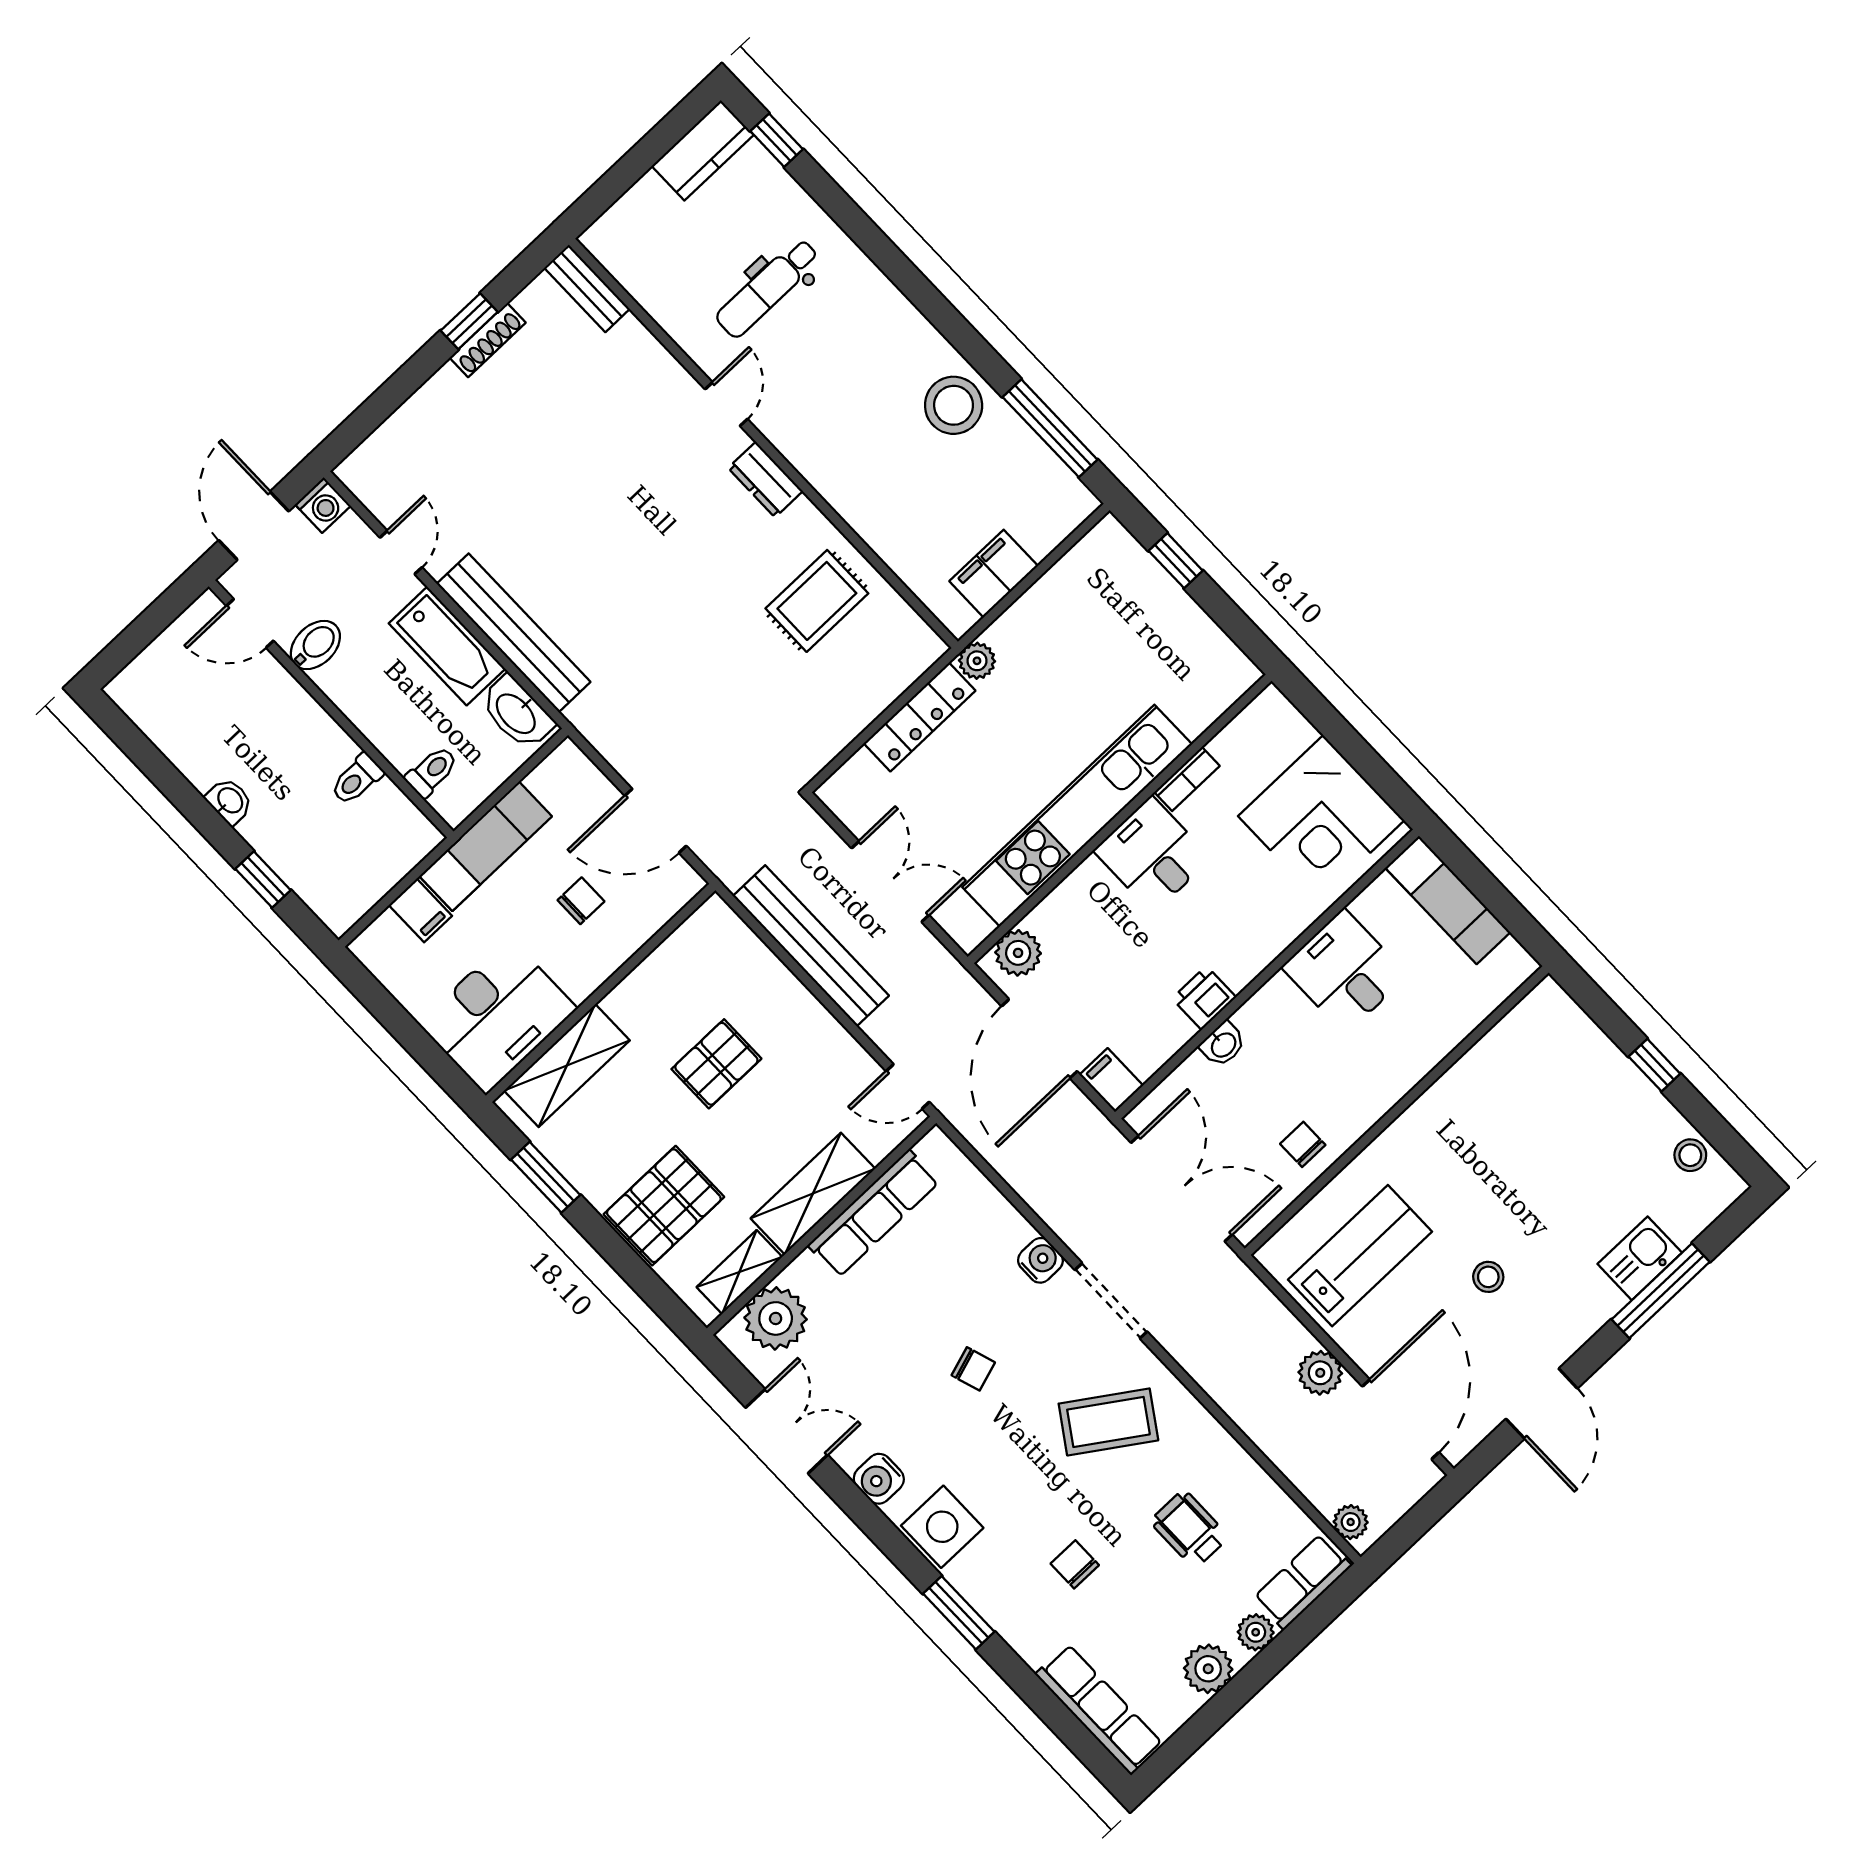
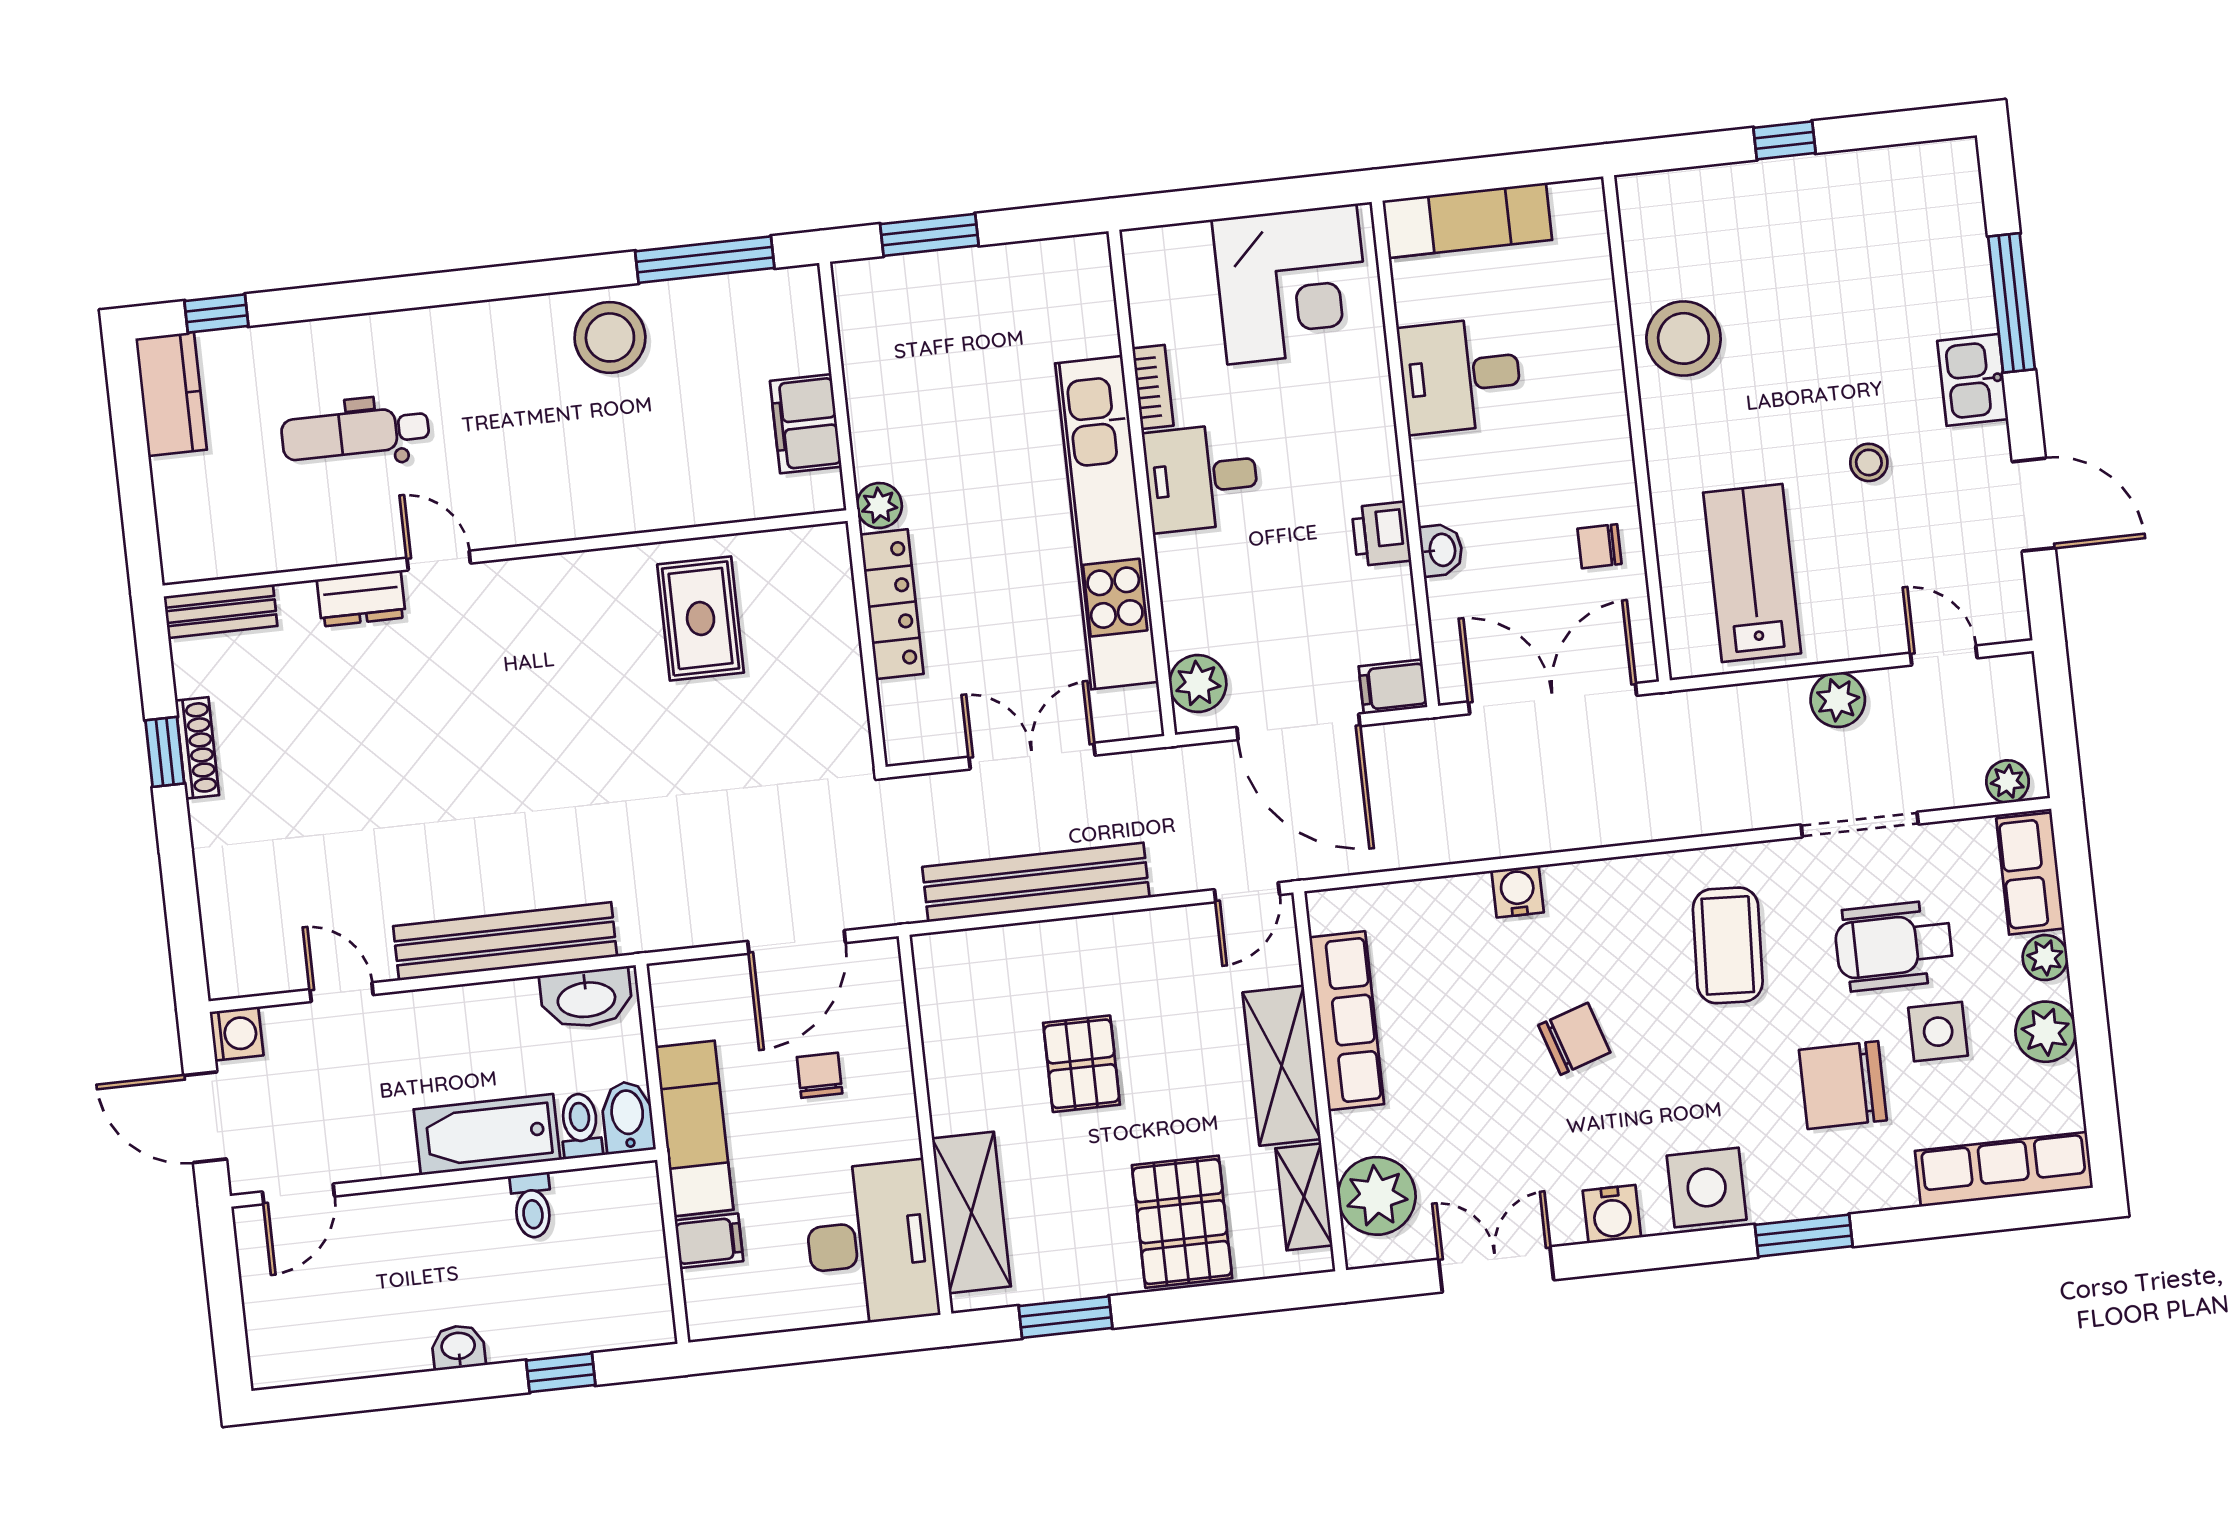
dental chair: (768, 288) -> (355, 433), turned 90
dresser: (765, 480) -> (361, 598), moved
window: (1176, 561) -> (929, 235), width x1.50
bidet: (315, 645) -> (628, 1117), moved
bathtub: (447, 646) -> (487, 1135), moved, turned 180
stool: (1690, 1155) -> (1683, 338), moved, width x1.89, depth x1.89
kitchen sink: (1640, 1258) -> (1973, 380), moved
doorway: (1111, 1301) -> (1860, 825), moved
chair: (973, 1369) -> (1574, 1039), width x1.37, depth x1.37
door: (1401, 1419) -> (1944, 655), width x0.53
coffee table: (1108, 1422) -> (1728, 945), turned -31
wheelchair: (1189, 1529) -> (1894, 946), width x1.36, depth x1.37
chair: (1075, 1564) -> (1843, 1085), width x1.87, depth x1.87
side table: (1156, 1600) -> (1938, 1032), added

